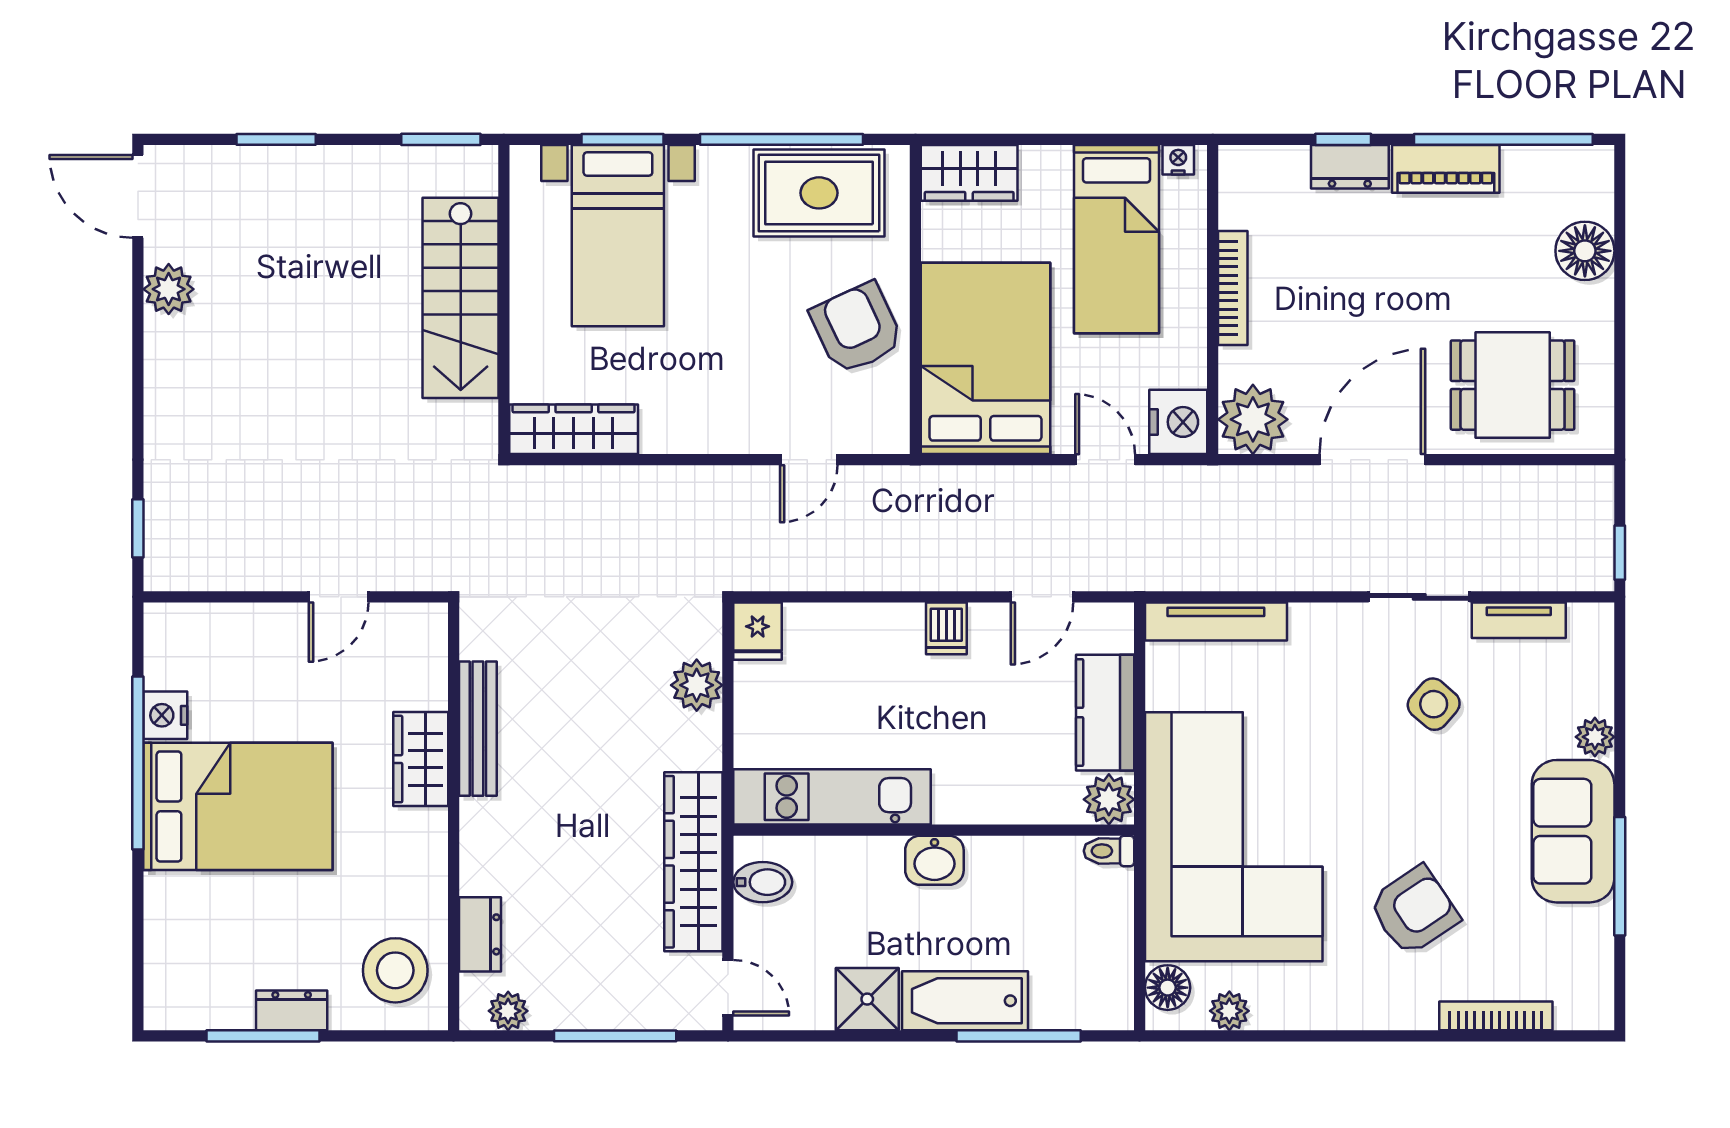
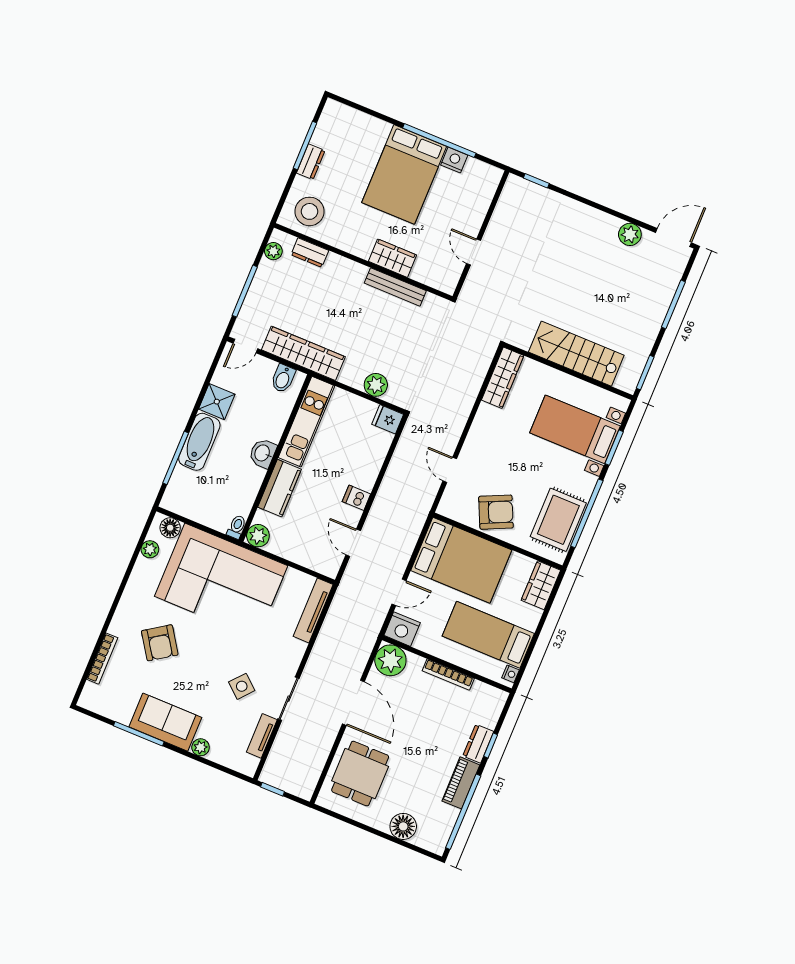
window: (276, 139) -> (673, 304), width x1.44
kitchen counter: (1105, 713) -> (280, 488), moved, turned 90

